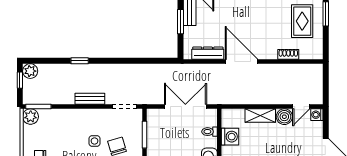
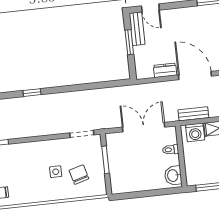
dresser: (208, 53) -> (165, 70), width x0.70
bench: (90, 99) -> (193, 114), moved
washing machine: (230, 137) -> (195, 132), moved, turned 90

